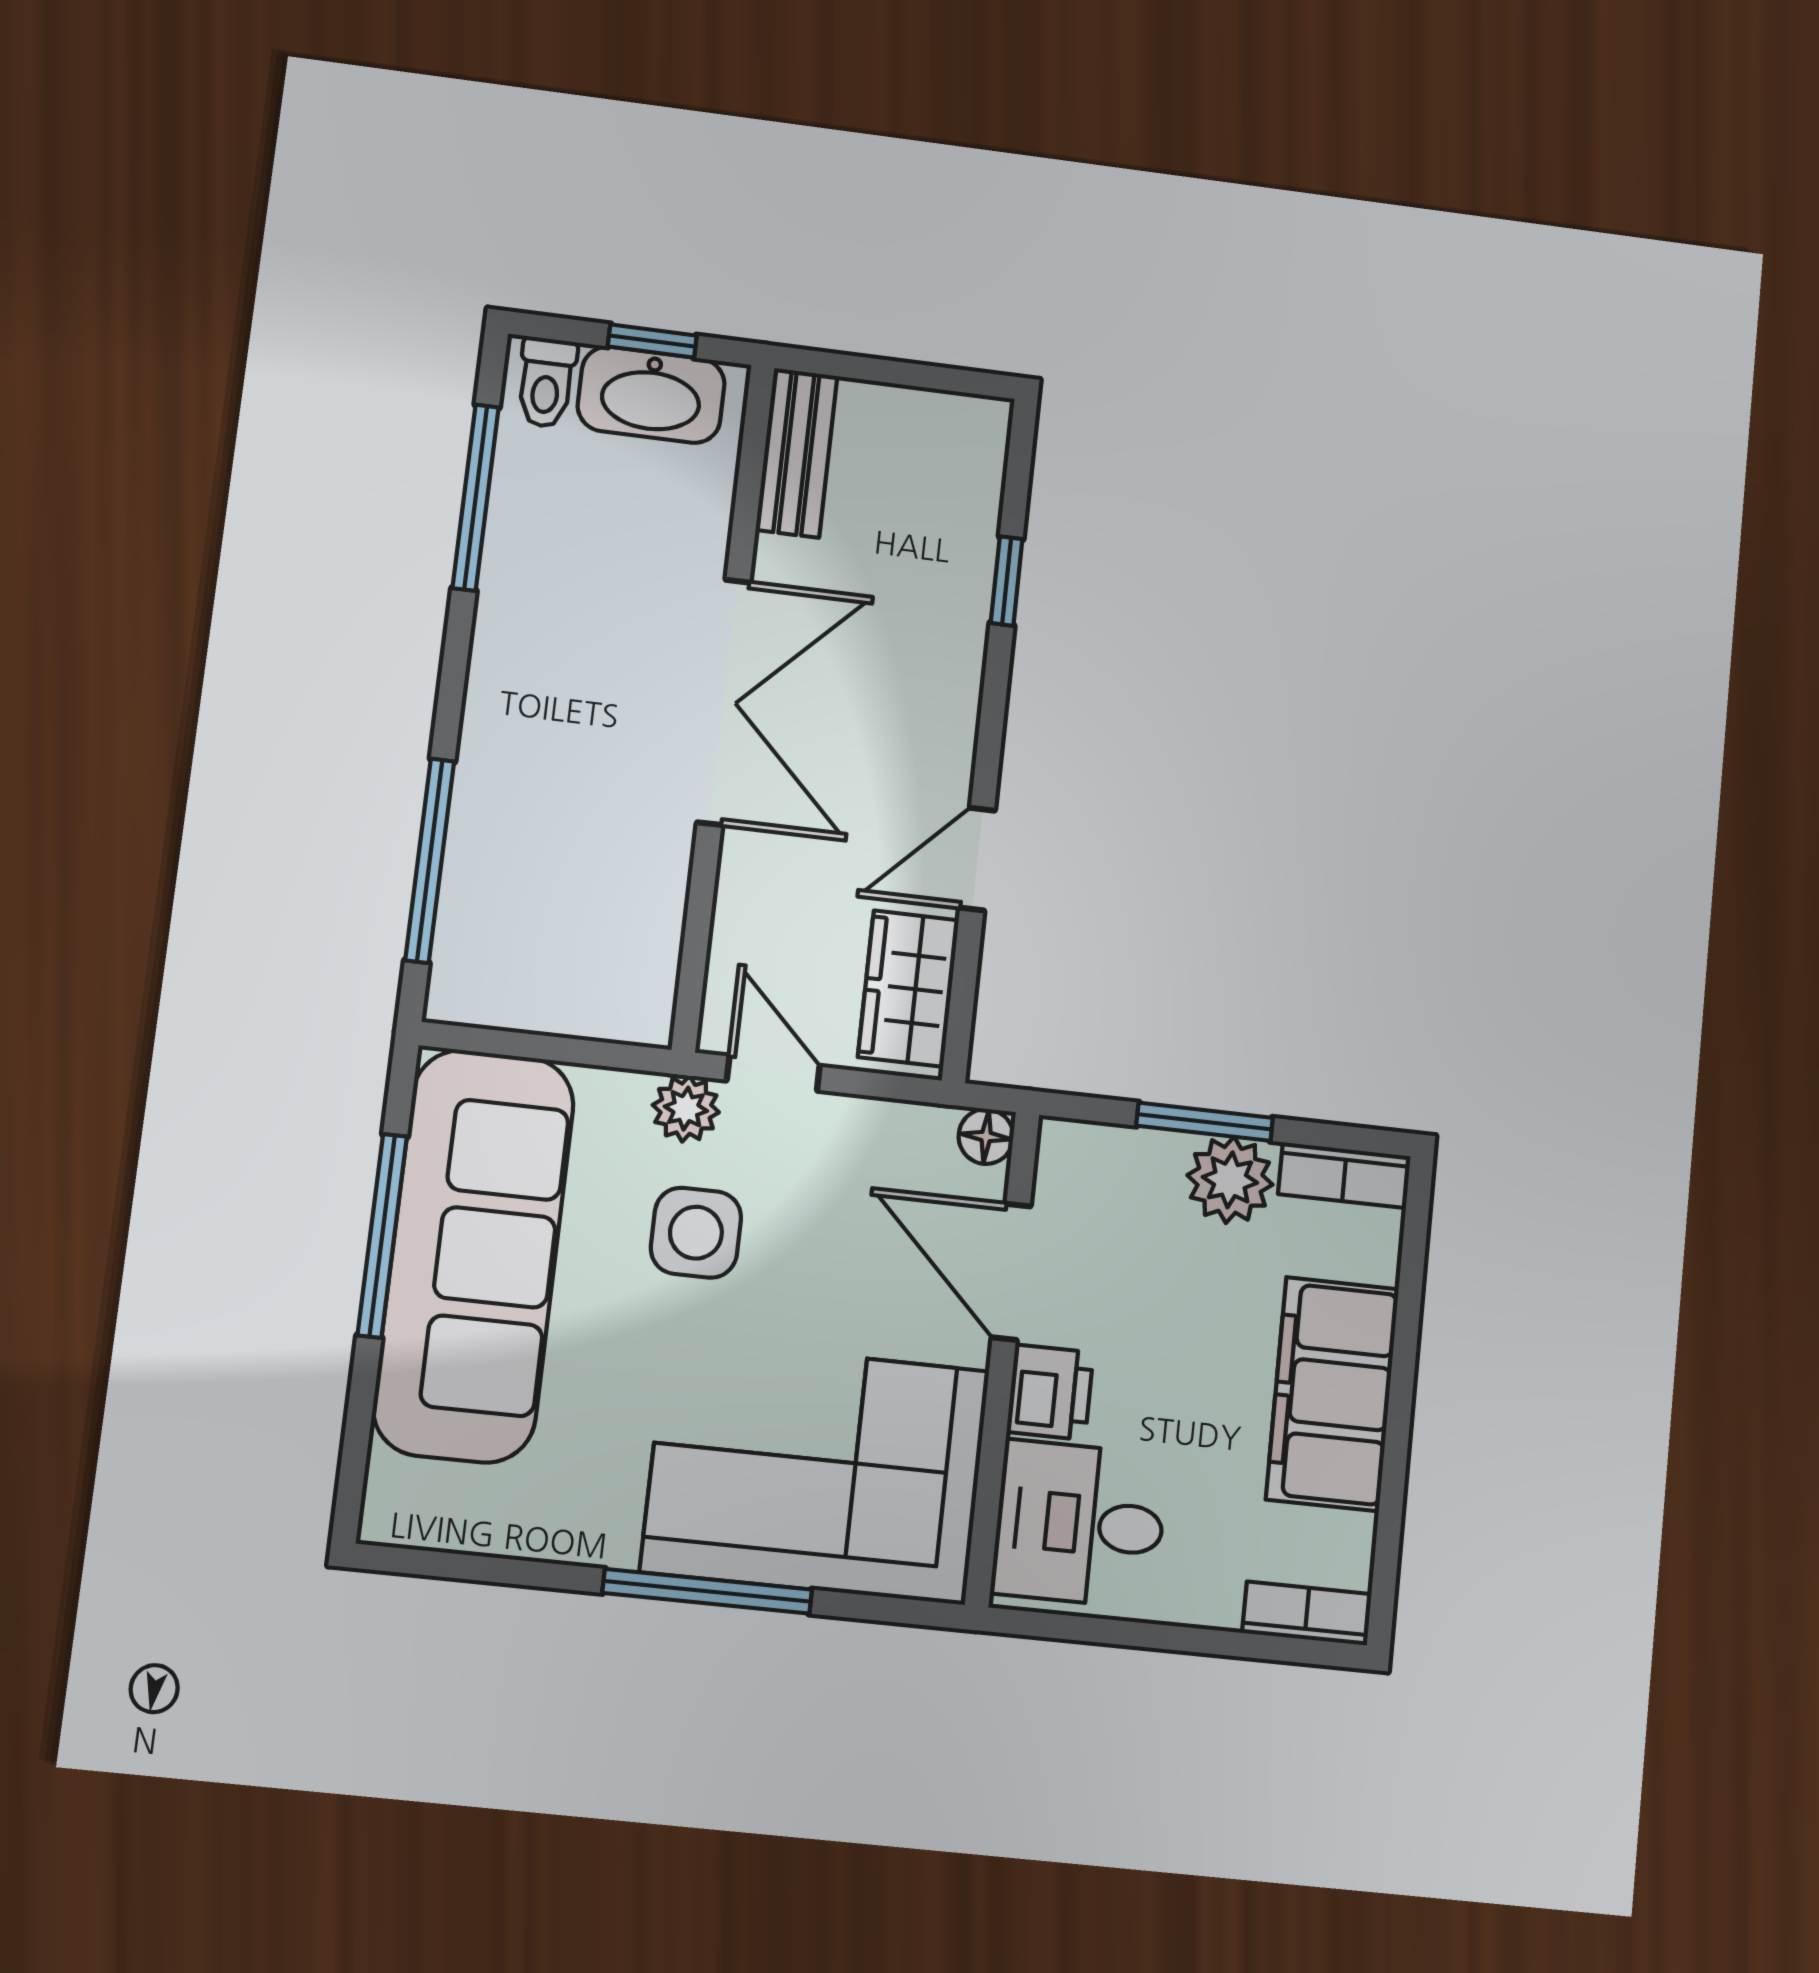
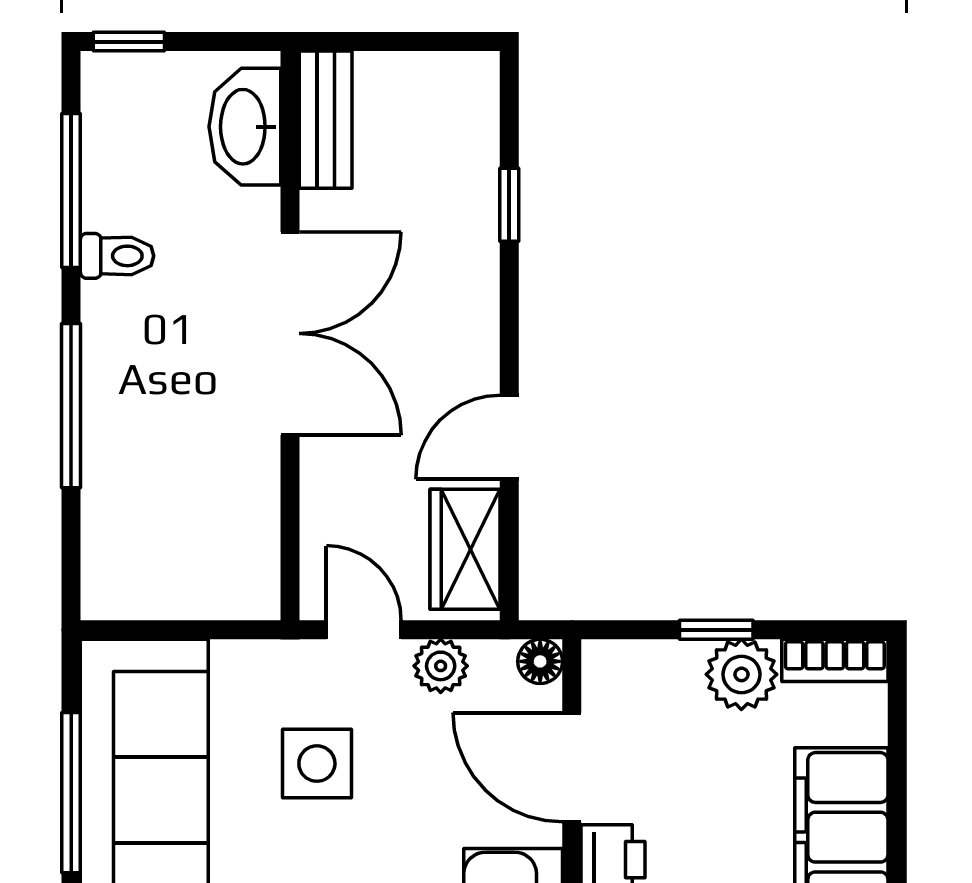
window: (652, 341) -> (129, 42), moved
toilet: (546, 382) -> (117, 256), moved, turned -90
washbasin: (651, 395) -> (245, 127), moved, turned 90
window: (430, 861) -> (71, 406), moved
plant: (686, 1109) -> (441, 666), moved
window: (1205, 1122) -> (716, 630), width x0.67

